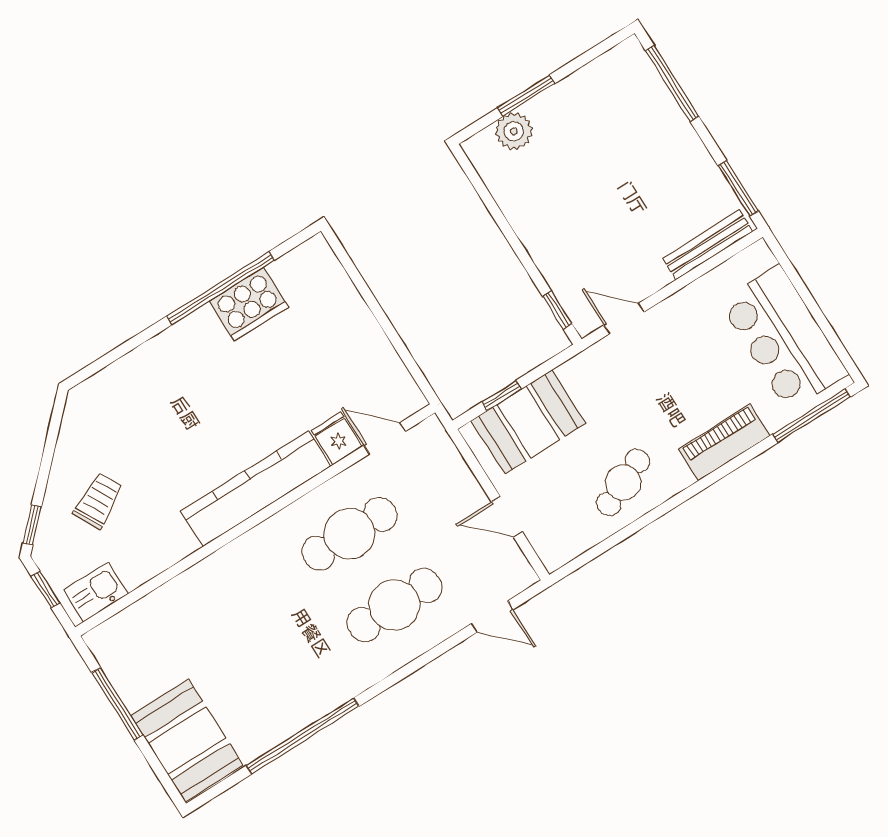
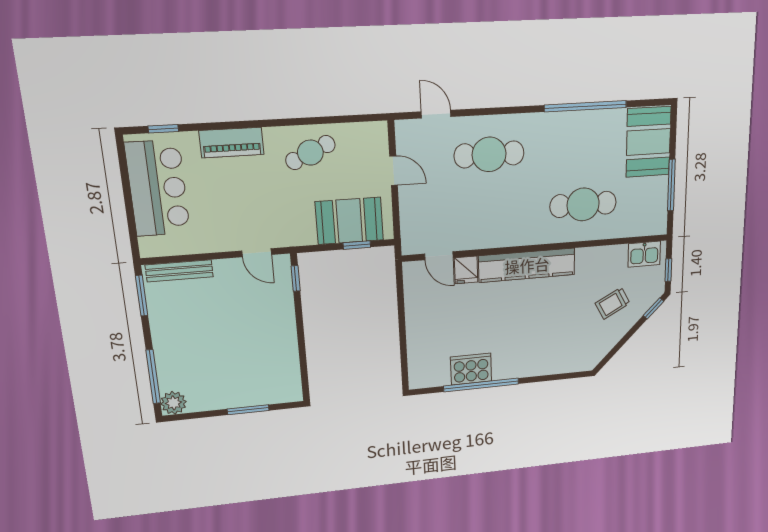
plant: (514, 131) -> (173, 403), moved
window: (812, 415) -> (163, 129), width x0.46
cafe table: (349, 534) -> (583, 204), moved

